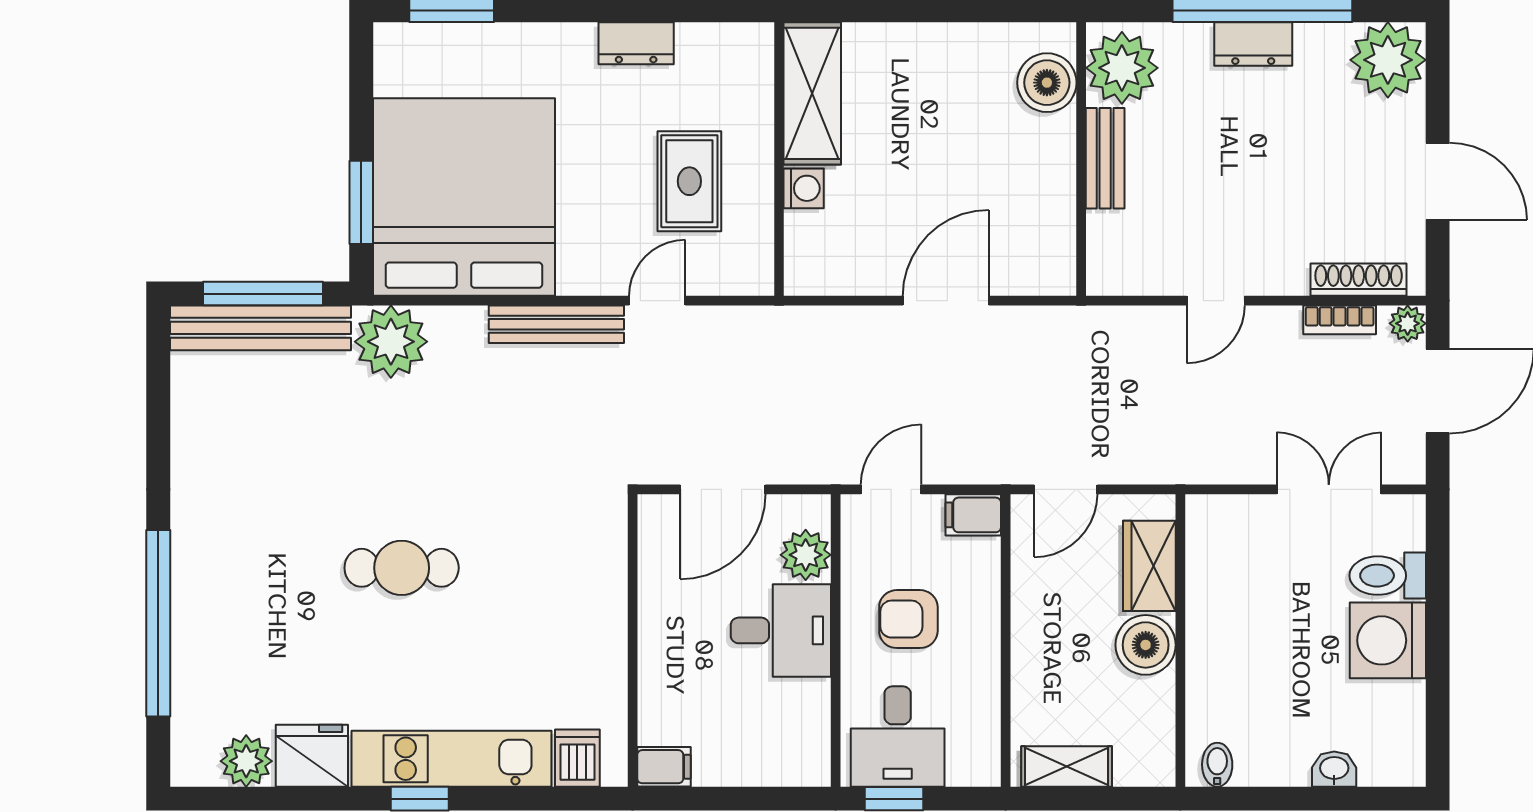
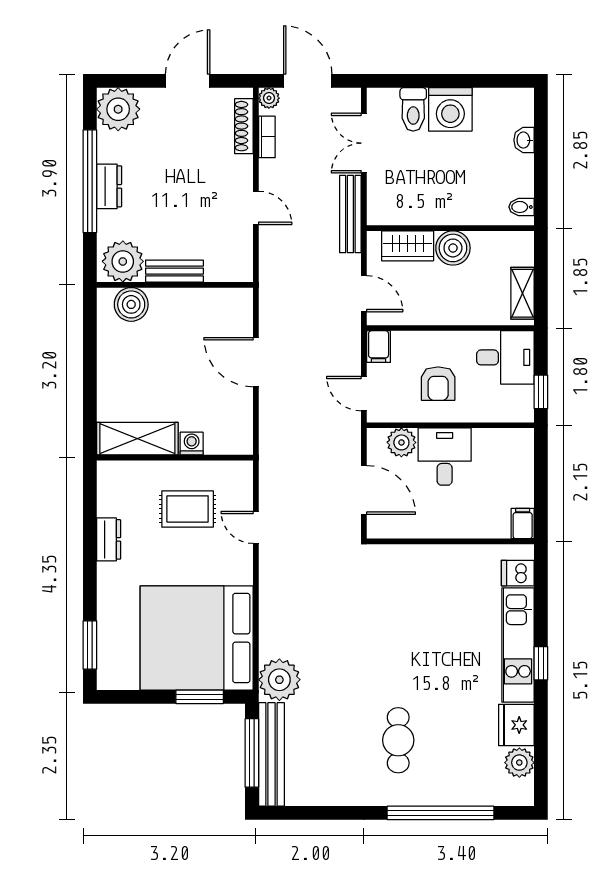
bench: (556, 324) -> (350, 214), moved
cafe table: (402, 568) -> (398, 740), moved
desk: (898, 737) -> (505, 357), moved

